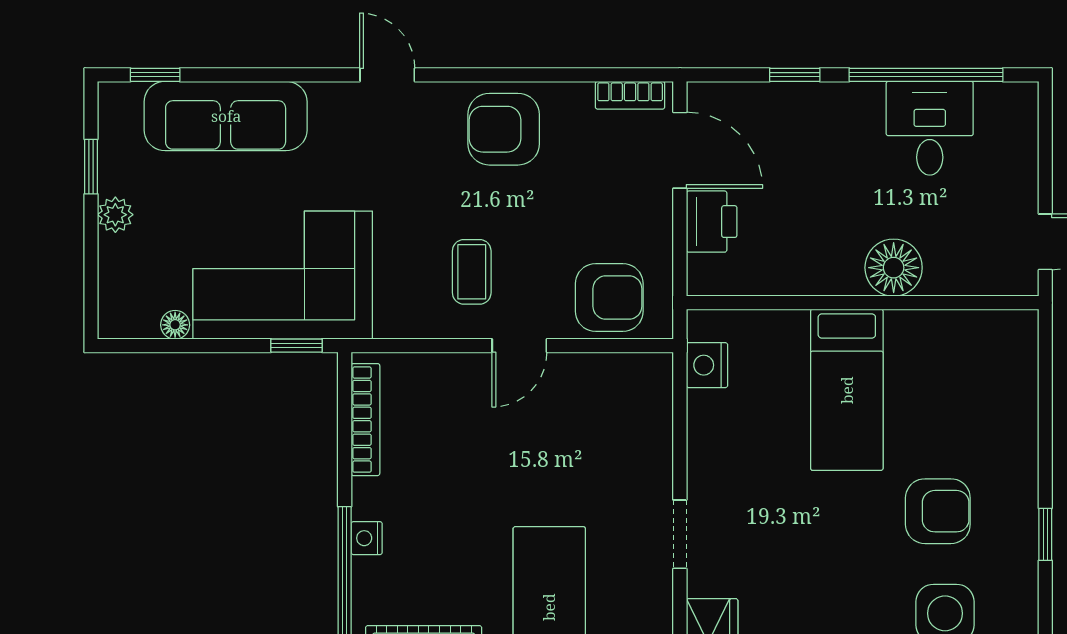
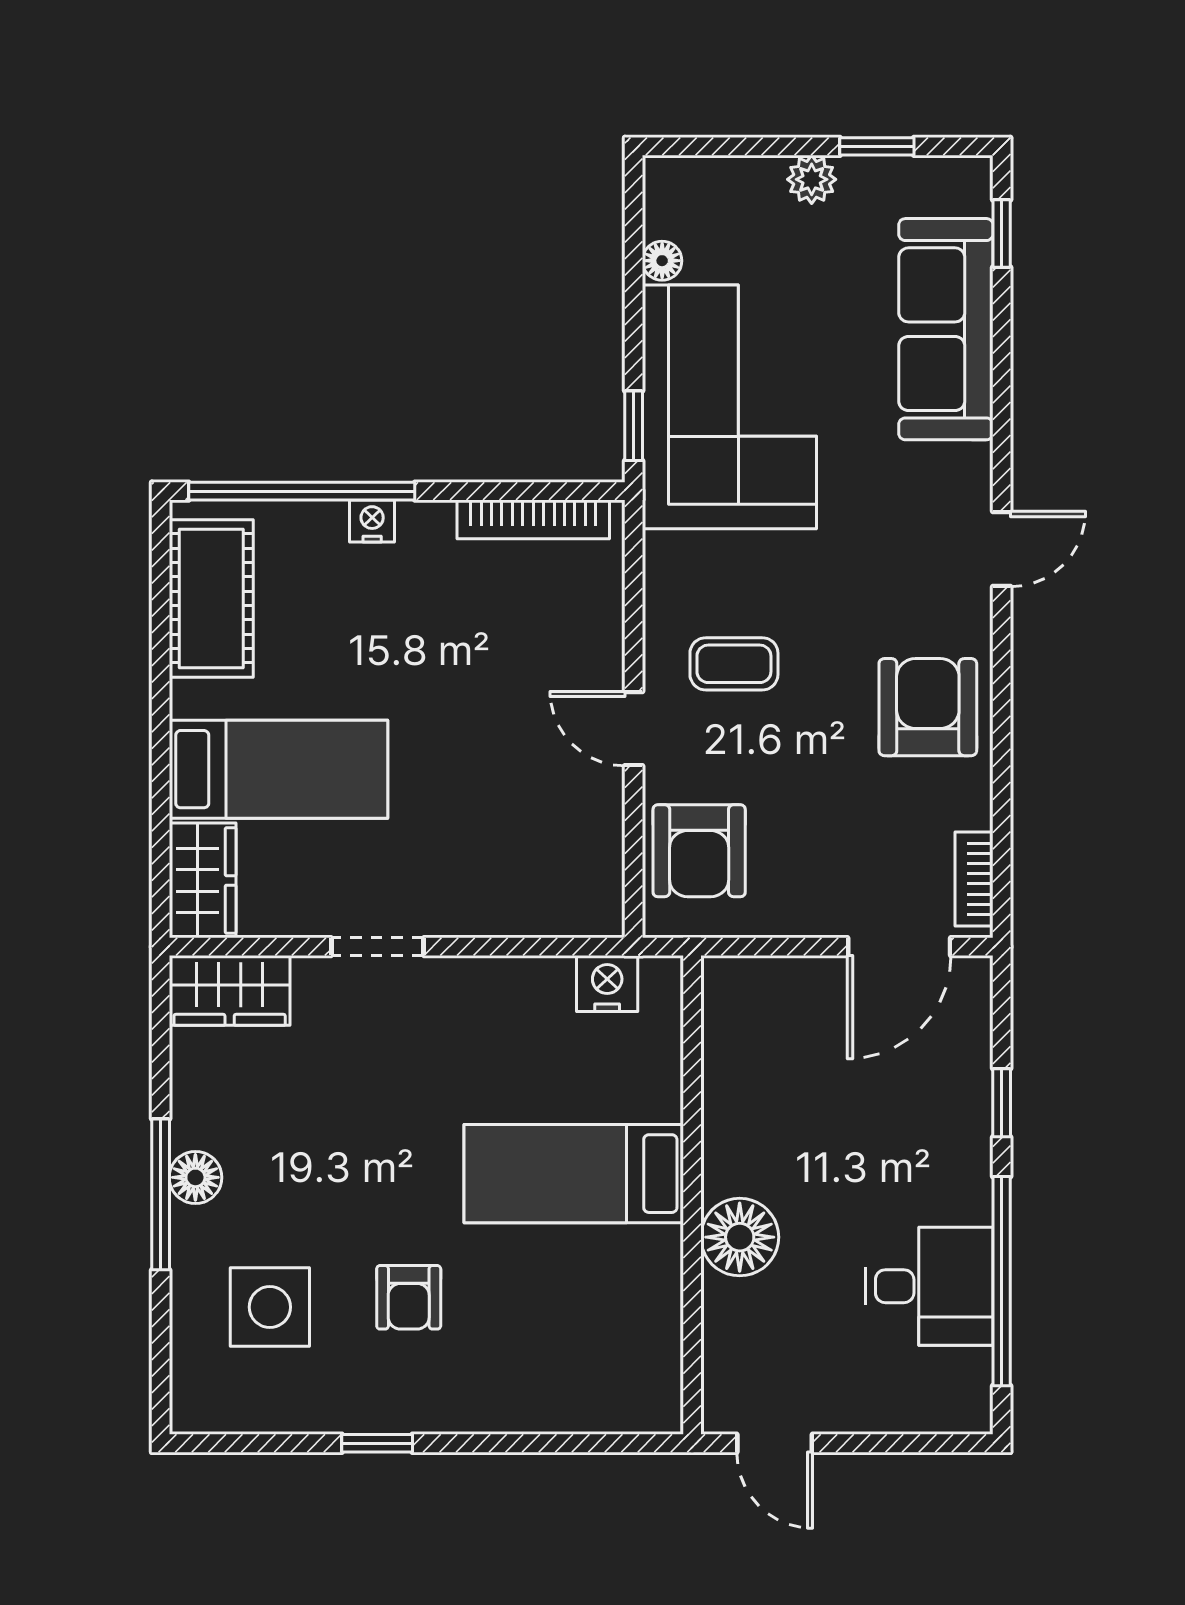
printer: (712, 222) -> (802, 990), removed
armchair: (938, 511) -> (409, 1297), width x0.72, depth x0.72

